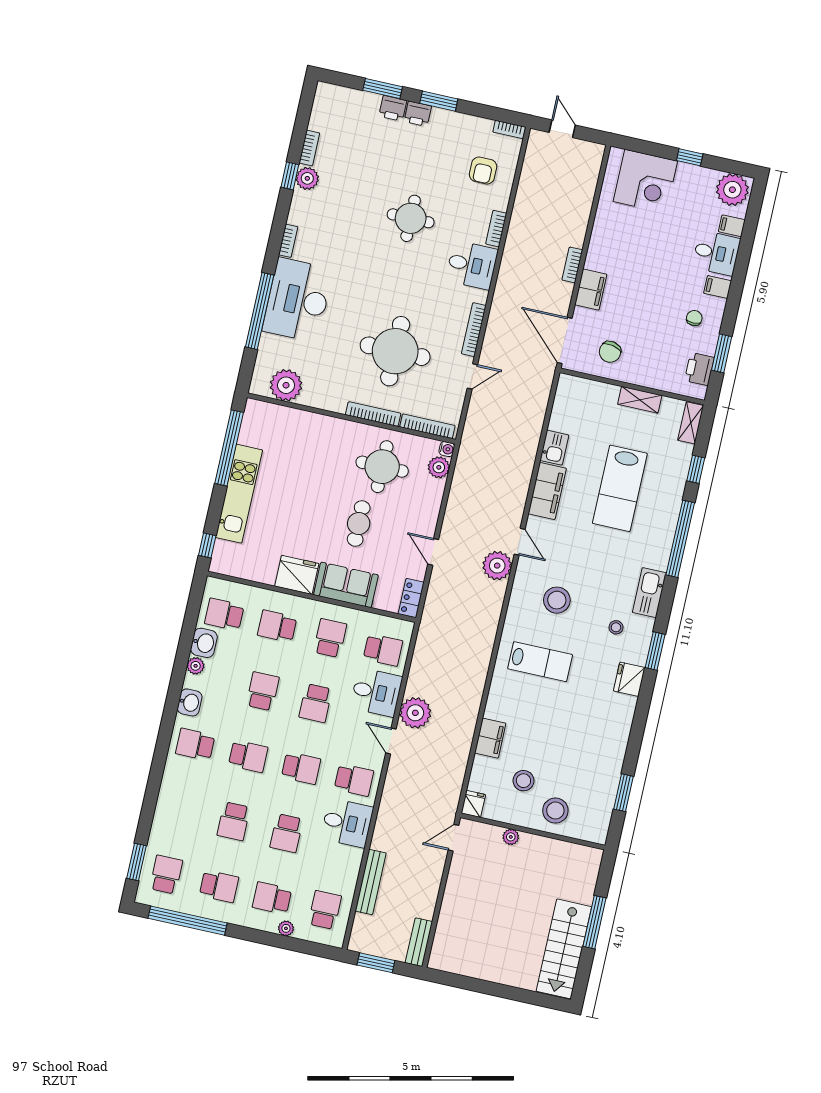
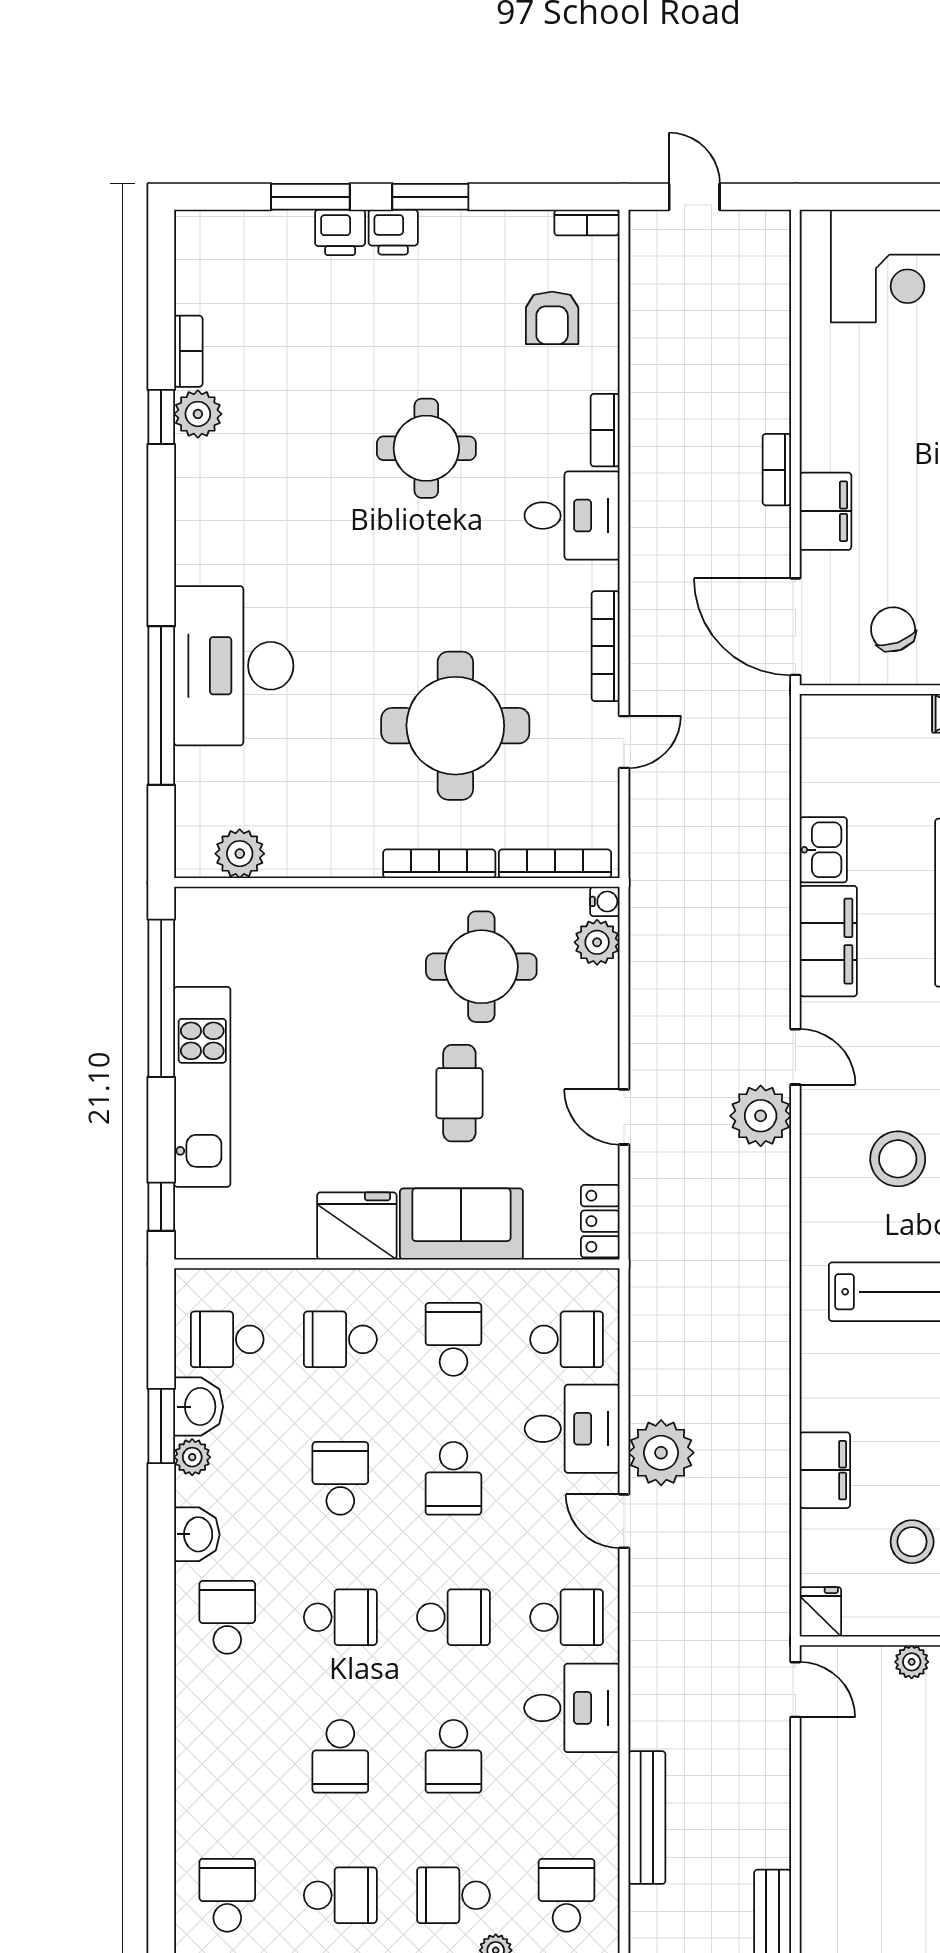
bookcase: (288, 241) -> (187, 549), removed
chair: (610, 352) -> (893, 629), turned 148
plant: (286, 385) -> (240, 854), width x0.73, depth x0.73
school desk: (195, 744) -> (227, 1617), turned 90
door: (453, 838) -> (795, 1690), swing flipped
window: (136, 862) -> (161, 1426), moved

